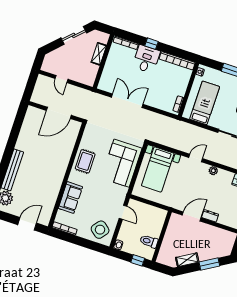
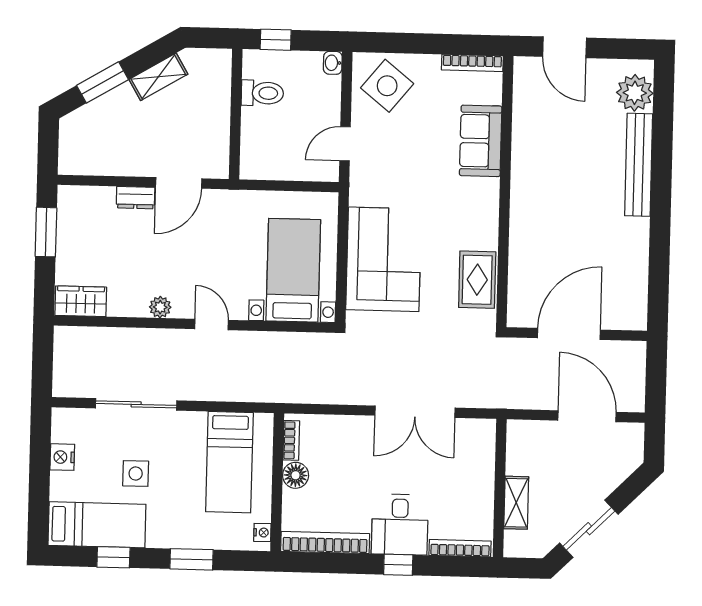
door: (61, 79) -> (587, 416), width x1.87
floor lamp: (181, 90) -> (296, 475), added
door: (196, 158) -> (211, 324), swing flipped
rug: (85, 161) -> (477, 280), moved
door: (123, 212) -> (345, 144), hinge flipped
door: (27, 224) -> (565, 47), hinge flipped

